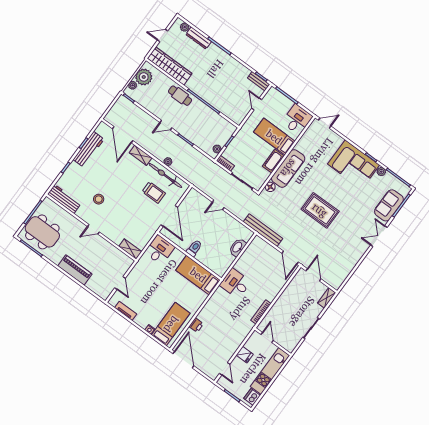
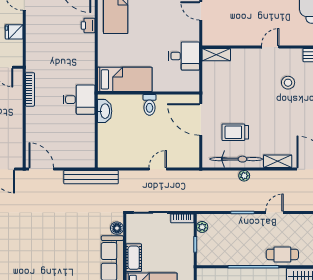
rug: (320, 210) -> (46, 242), removed
washbasin: (237, 247) -> (105, 111), moved
desk: (160, 250) -> (184, 56), moved, turned -90

